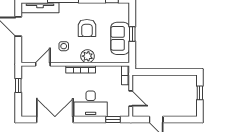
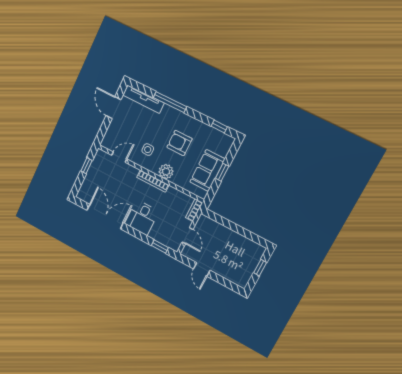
armchair: (87, 28) -> (179, 143), turned 90
desk: (91, 104) -> (142, 217), width x0.73

